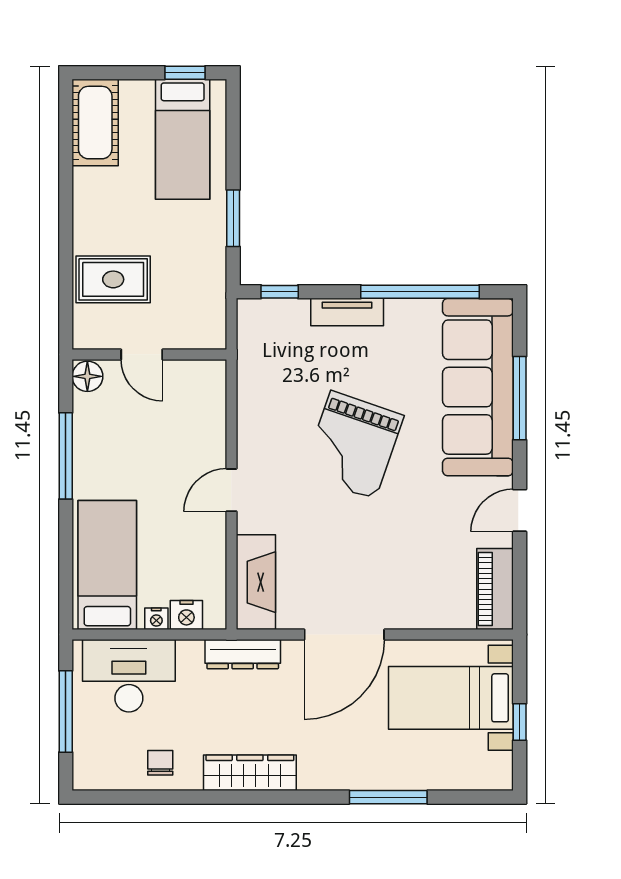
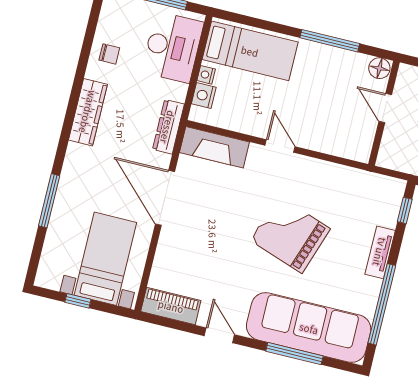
door: (142, 354) -> (385, 108), hinge flipped

